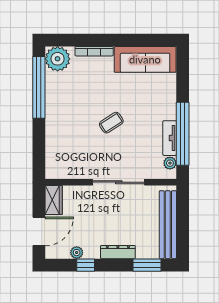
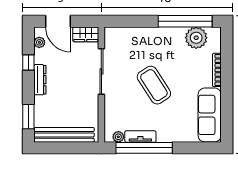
plant: (58, 59) -> (196, 38), moved
coffee table: (111, 123) -> (154, 85), width x1.86, depth x1.72
sliding door: (119, 182) -> (101, 71), moved
dresser: (118, 252) -> (40, 80), moved
plant: (77, 253) -> (39, 42), moved

